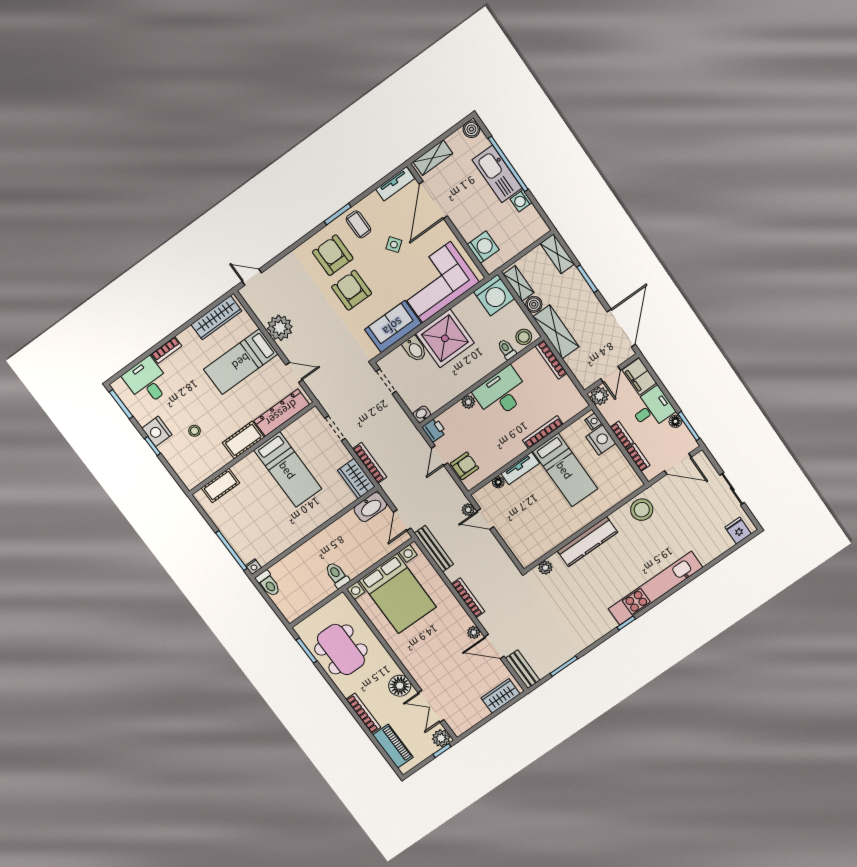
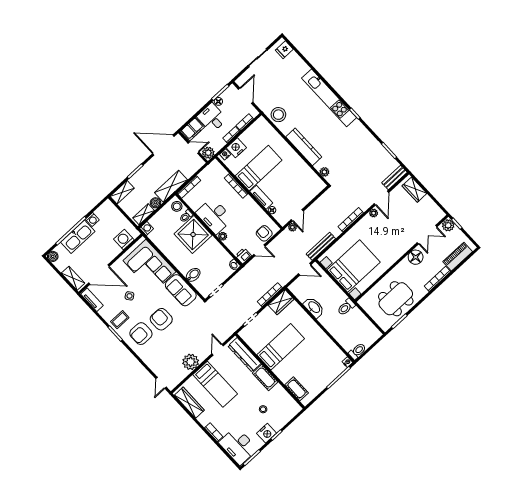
armchair: (352, 290) -> (161, 319), turned 90
washing machine: (494, 295) -> (147, 228), width x0.53, depth x0.53
shower: (445, 338) -> (193, 235), moved
desk: (147, 381) -> (238, 446), width x1.37
washbasin: (370, 507) -> (314, 307), moved

